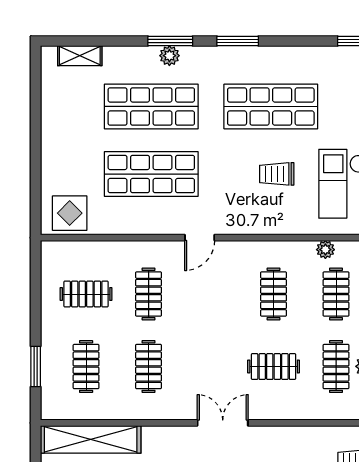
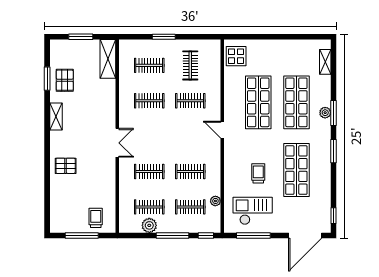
window: (36, 366) -> (164, 37), moved
clothes rail: (274, 367) -> (149, 172), turned 90
shelving: (91, 439) -> (108, 59), width x0.68

